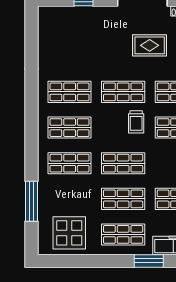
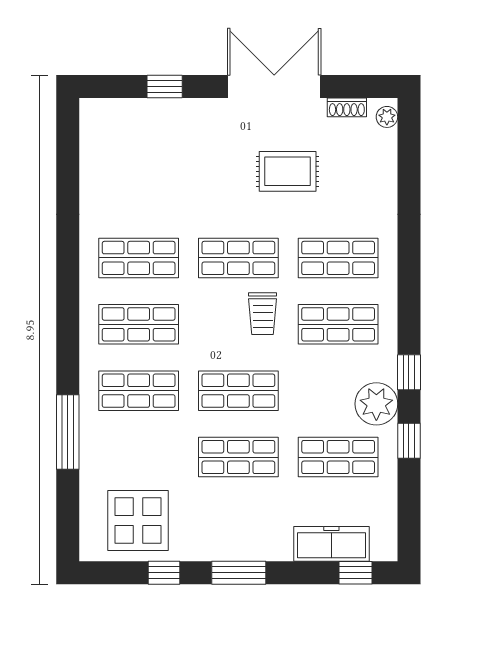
window: (31, 201) -> (68, 432), moved
shop shelf: (123, 234) -> (238, 523), removed
window: (83, 261) -> (164, 573), added
window: (149, 261) -> (239, 573), moved

